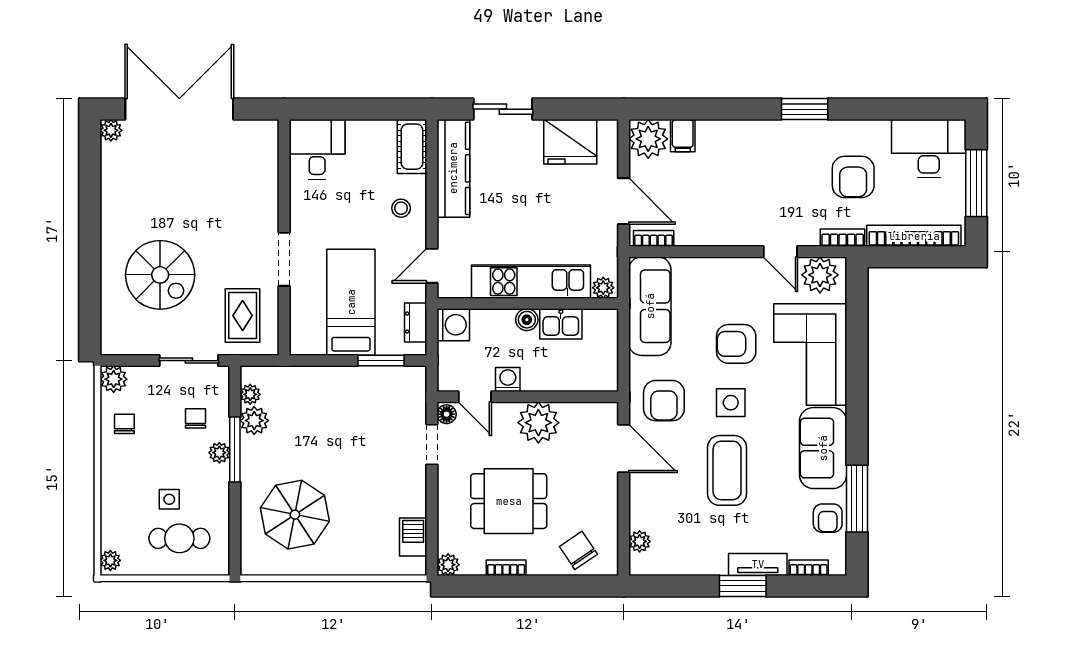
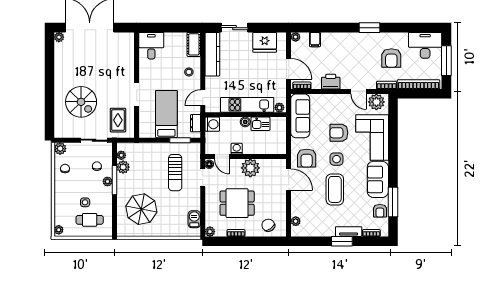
plant: (648, 139) -> (296, 37), width x0.53, depth x0.53
printer: (718, 230) -> (331, 82), added
sun lounger: (370, 433) -> (175, 173), added

